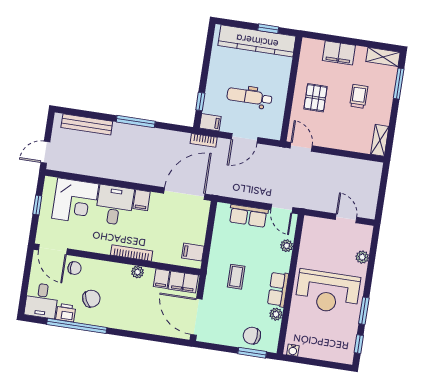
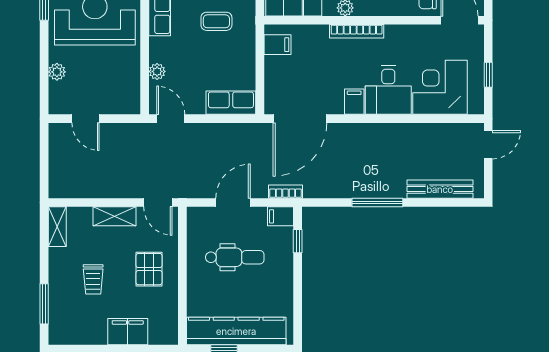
shelving: (383, 57) -> (115, 216), moved
row of seats: (248, 216) -> (231, 103), moved
coffee table: (236, 277) -> (216, 21), turned 90

